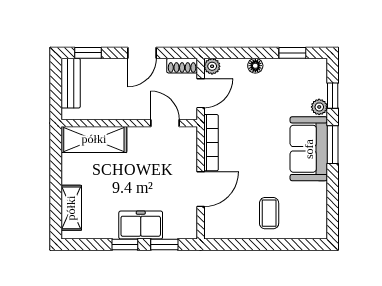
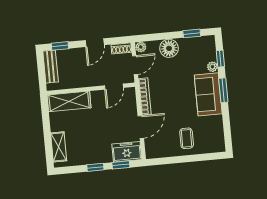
floor lamp: (255, 66) -> (169, 48), width x1.89, depth x1.89
door: (165, 123) -> (114, 87), swing flipped
freezer: (141, 225) -> (127, 152), moved

